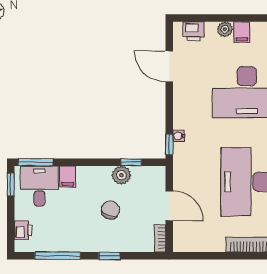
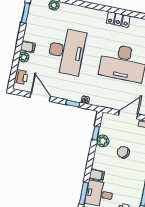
door: (169, 66) -> (40, 97), swing flipped
window: (169, 144) -> (73, 103), moved

